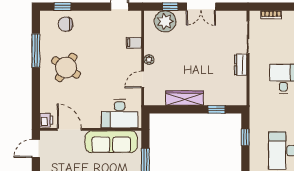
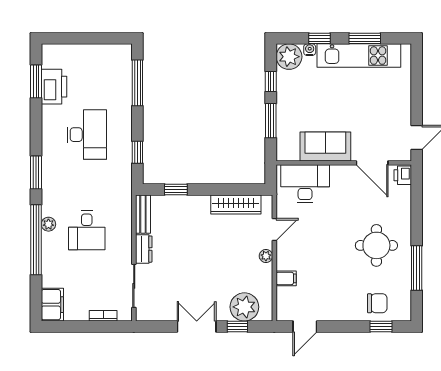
round table: (66, 67) -> (376, 245), turned -33
bench: (241, 91) -> (143, 214), added
wardrobe: (185, 98) -> (236, 205), moved
sofa: (111, 142) -> (325, 146), width x0.73

